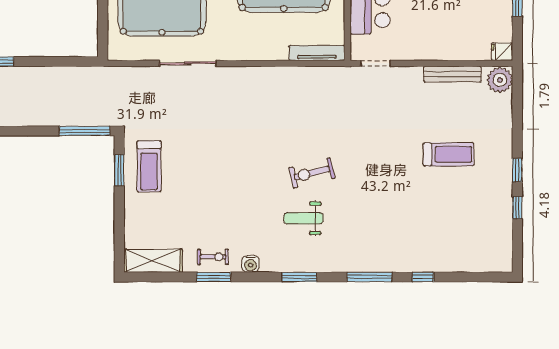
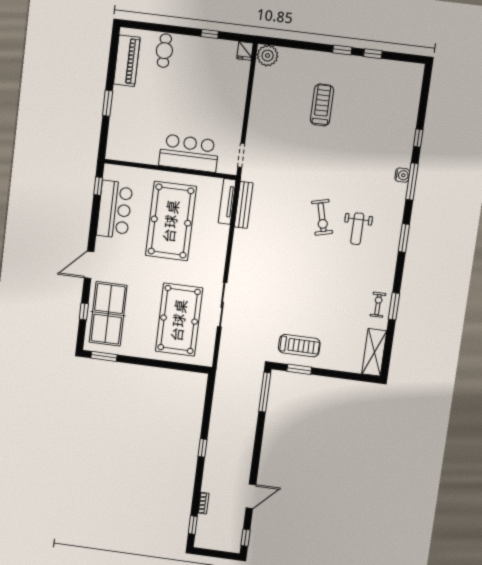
bench: (452, 74) -> (244, 205), moved
water cooler: (251, 264) -> (402, 175), moved

